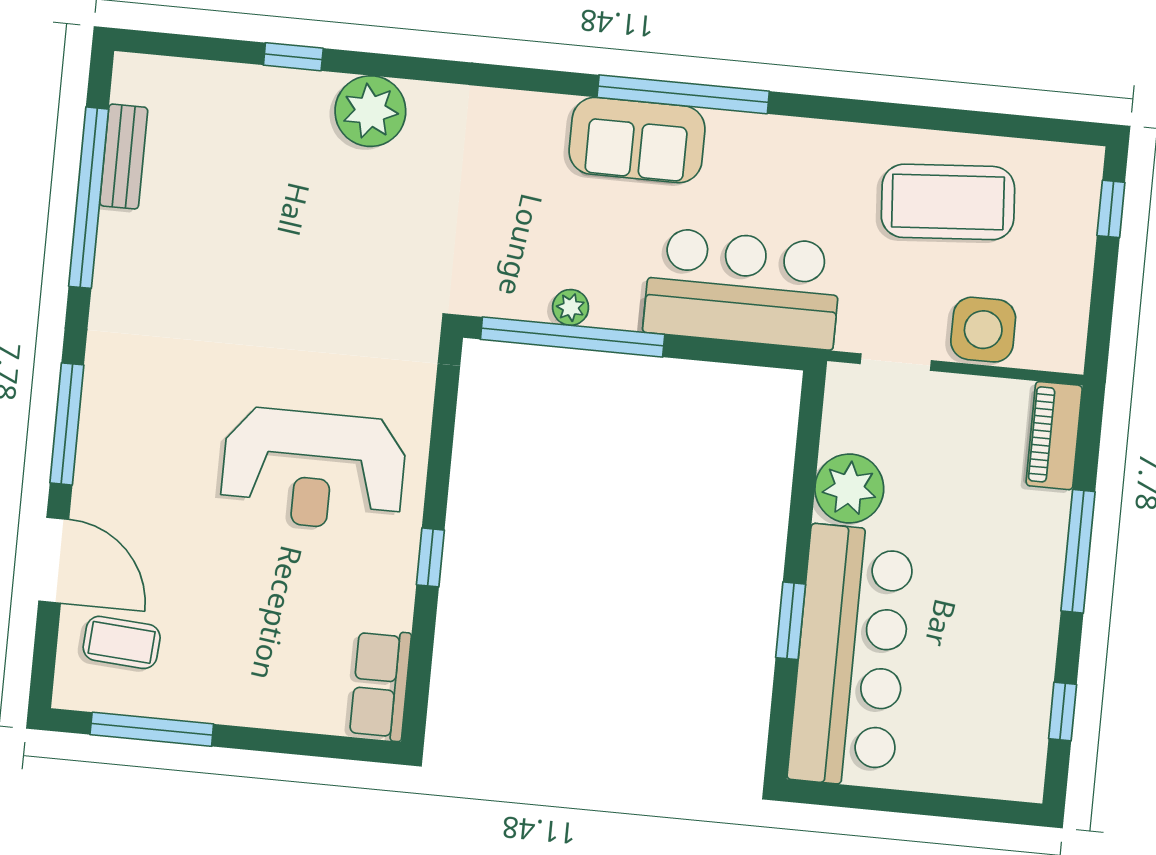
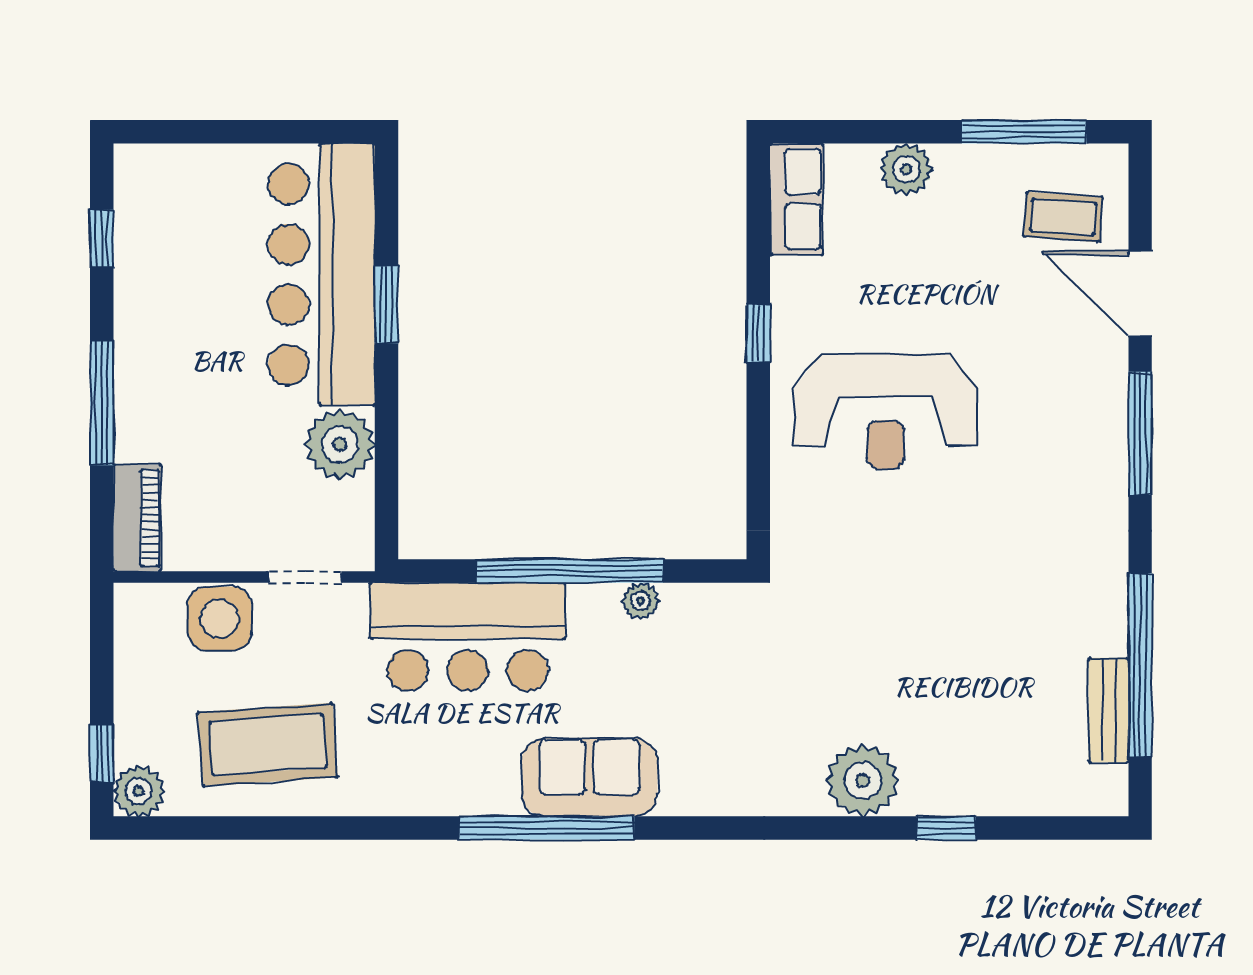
plant: (1078, 169) -> (139, 791), added
window: (573, 337) -> (570, 571), moved
reception desk: (313, 469) -> (886, 411), turned 180
plant: (270, 704) -> (906, 169), added

